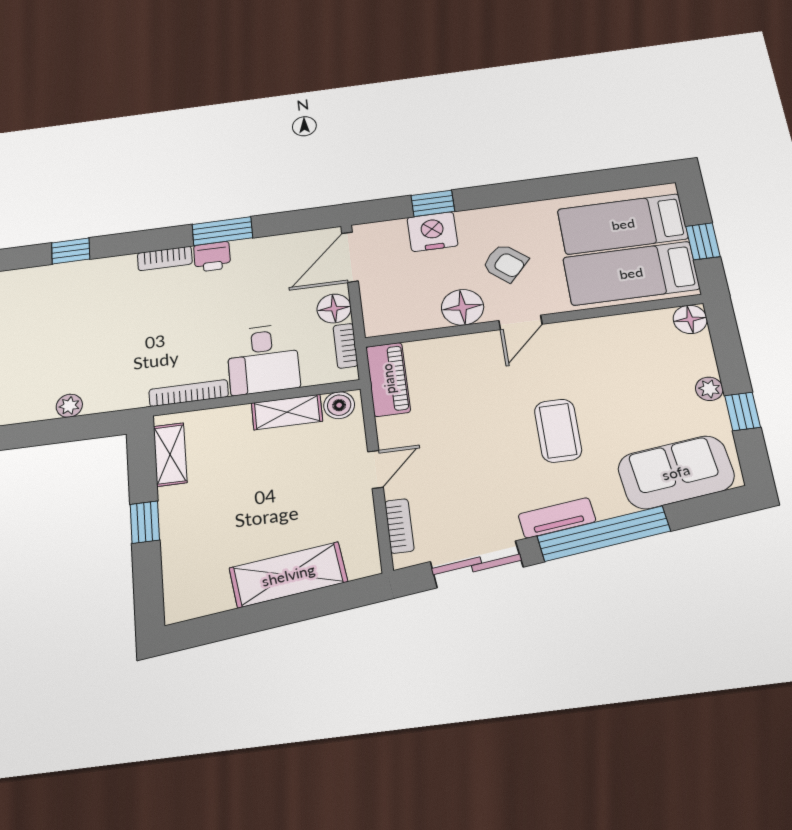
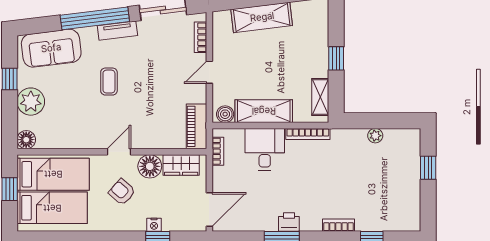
nightstand: (432, 232) -> (154, 225), width x0.53, depth x0.56
bookcase: (165, 258) -> (338, 225), moved
floor lamp: (334, 309) -> (222, 176), removed
wardrobe: (408, 316) -> (181, 165), added
plant: (709, 389) -> (31, 102), width x1.88, depth x1.88
shelving: (287, 412) -> (264, 111), width x1.50, depth x1.33
coffee table: (558, 431) -> (109, 82), width x0.73, depth x0.77

